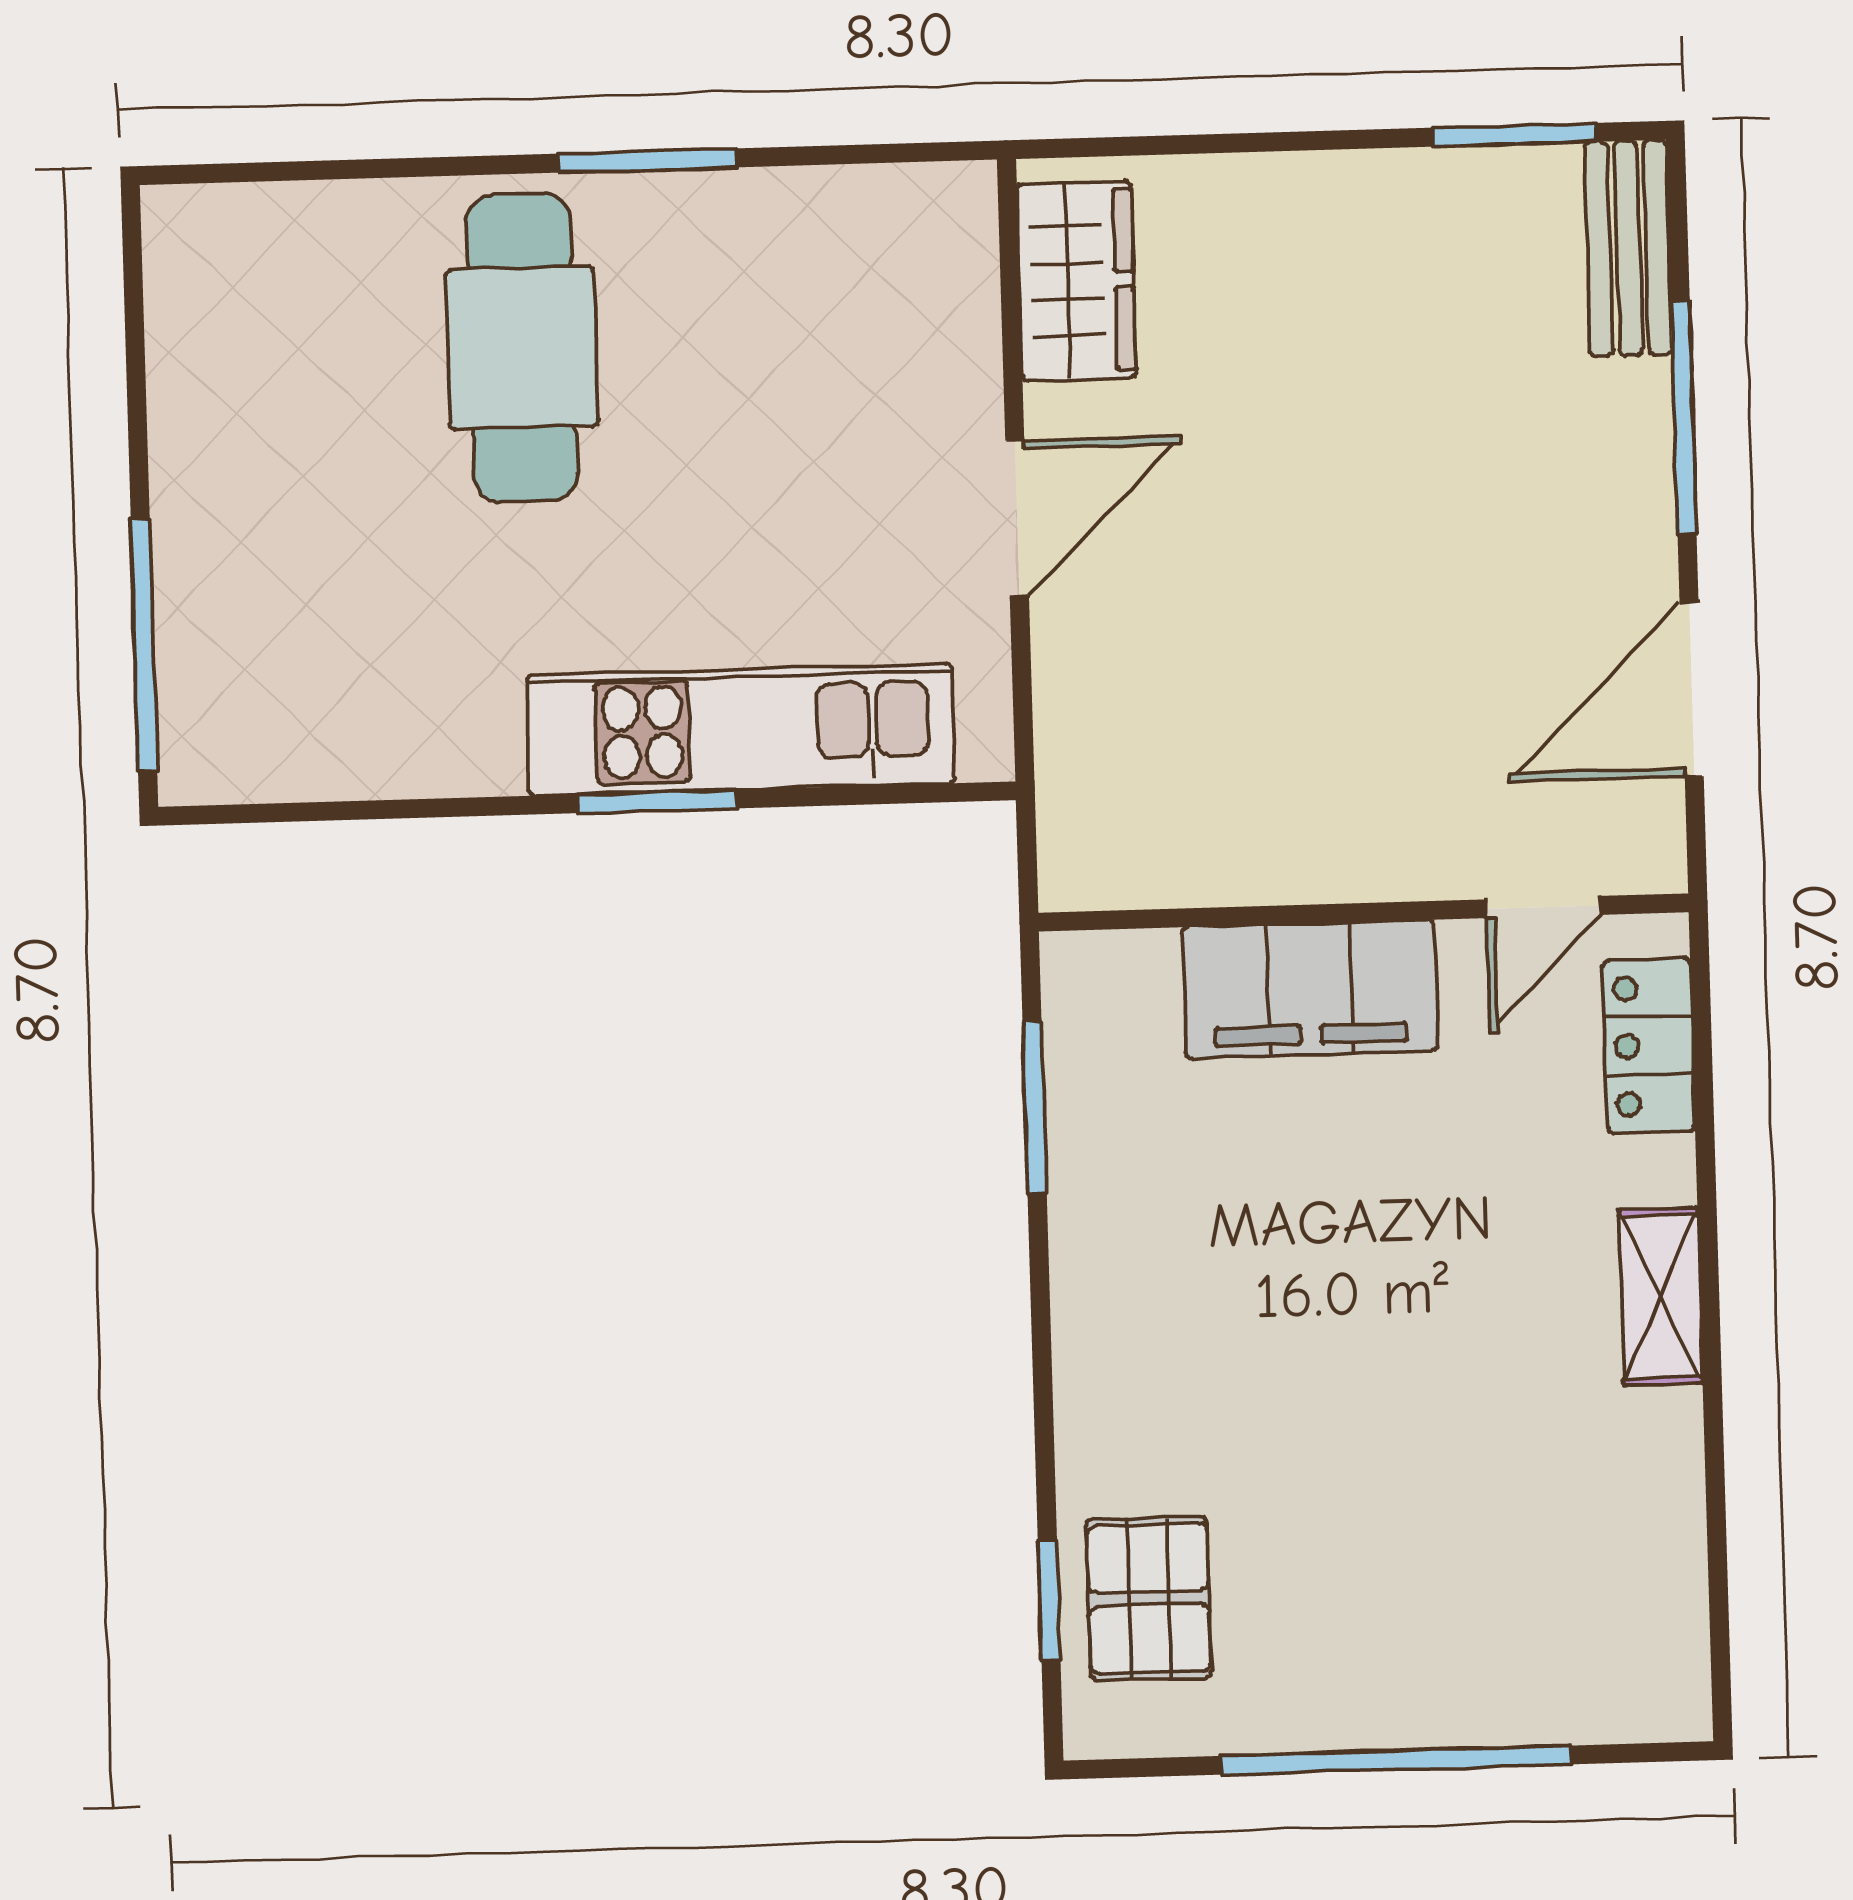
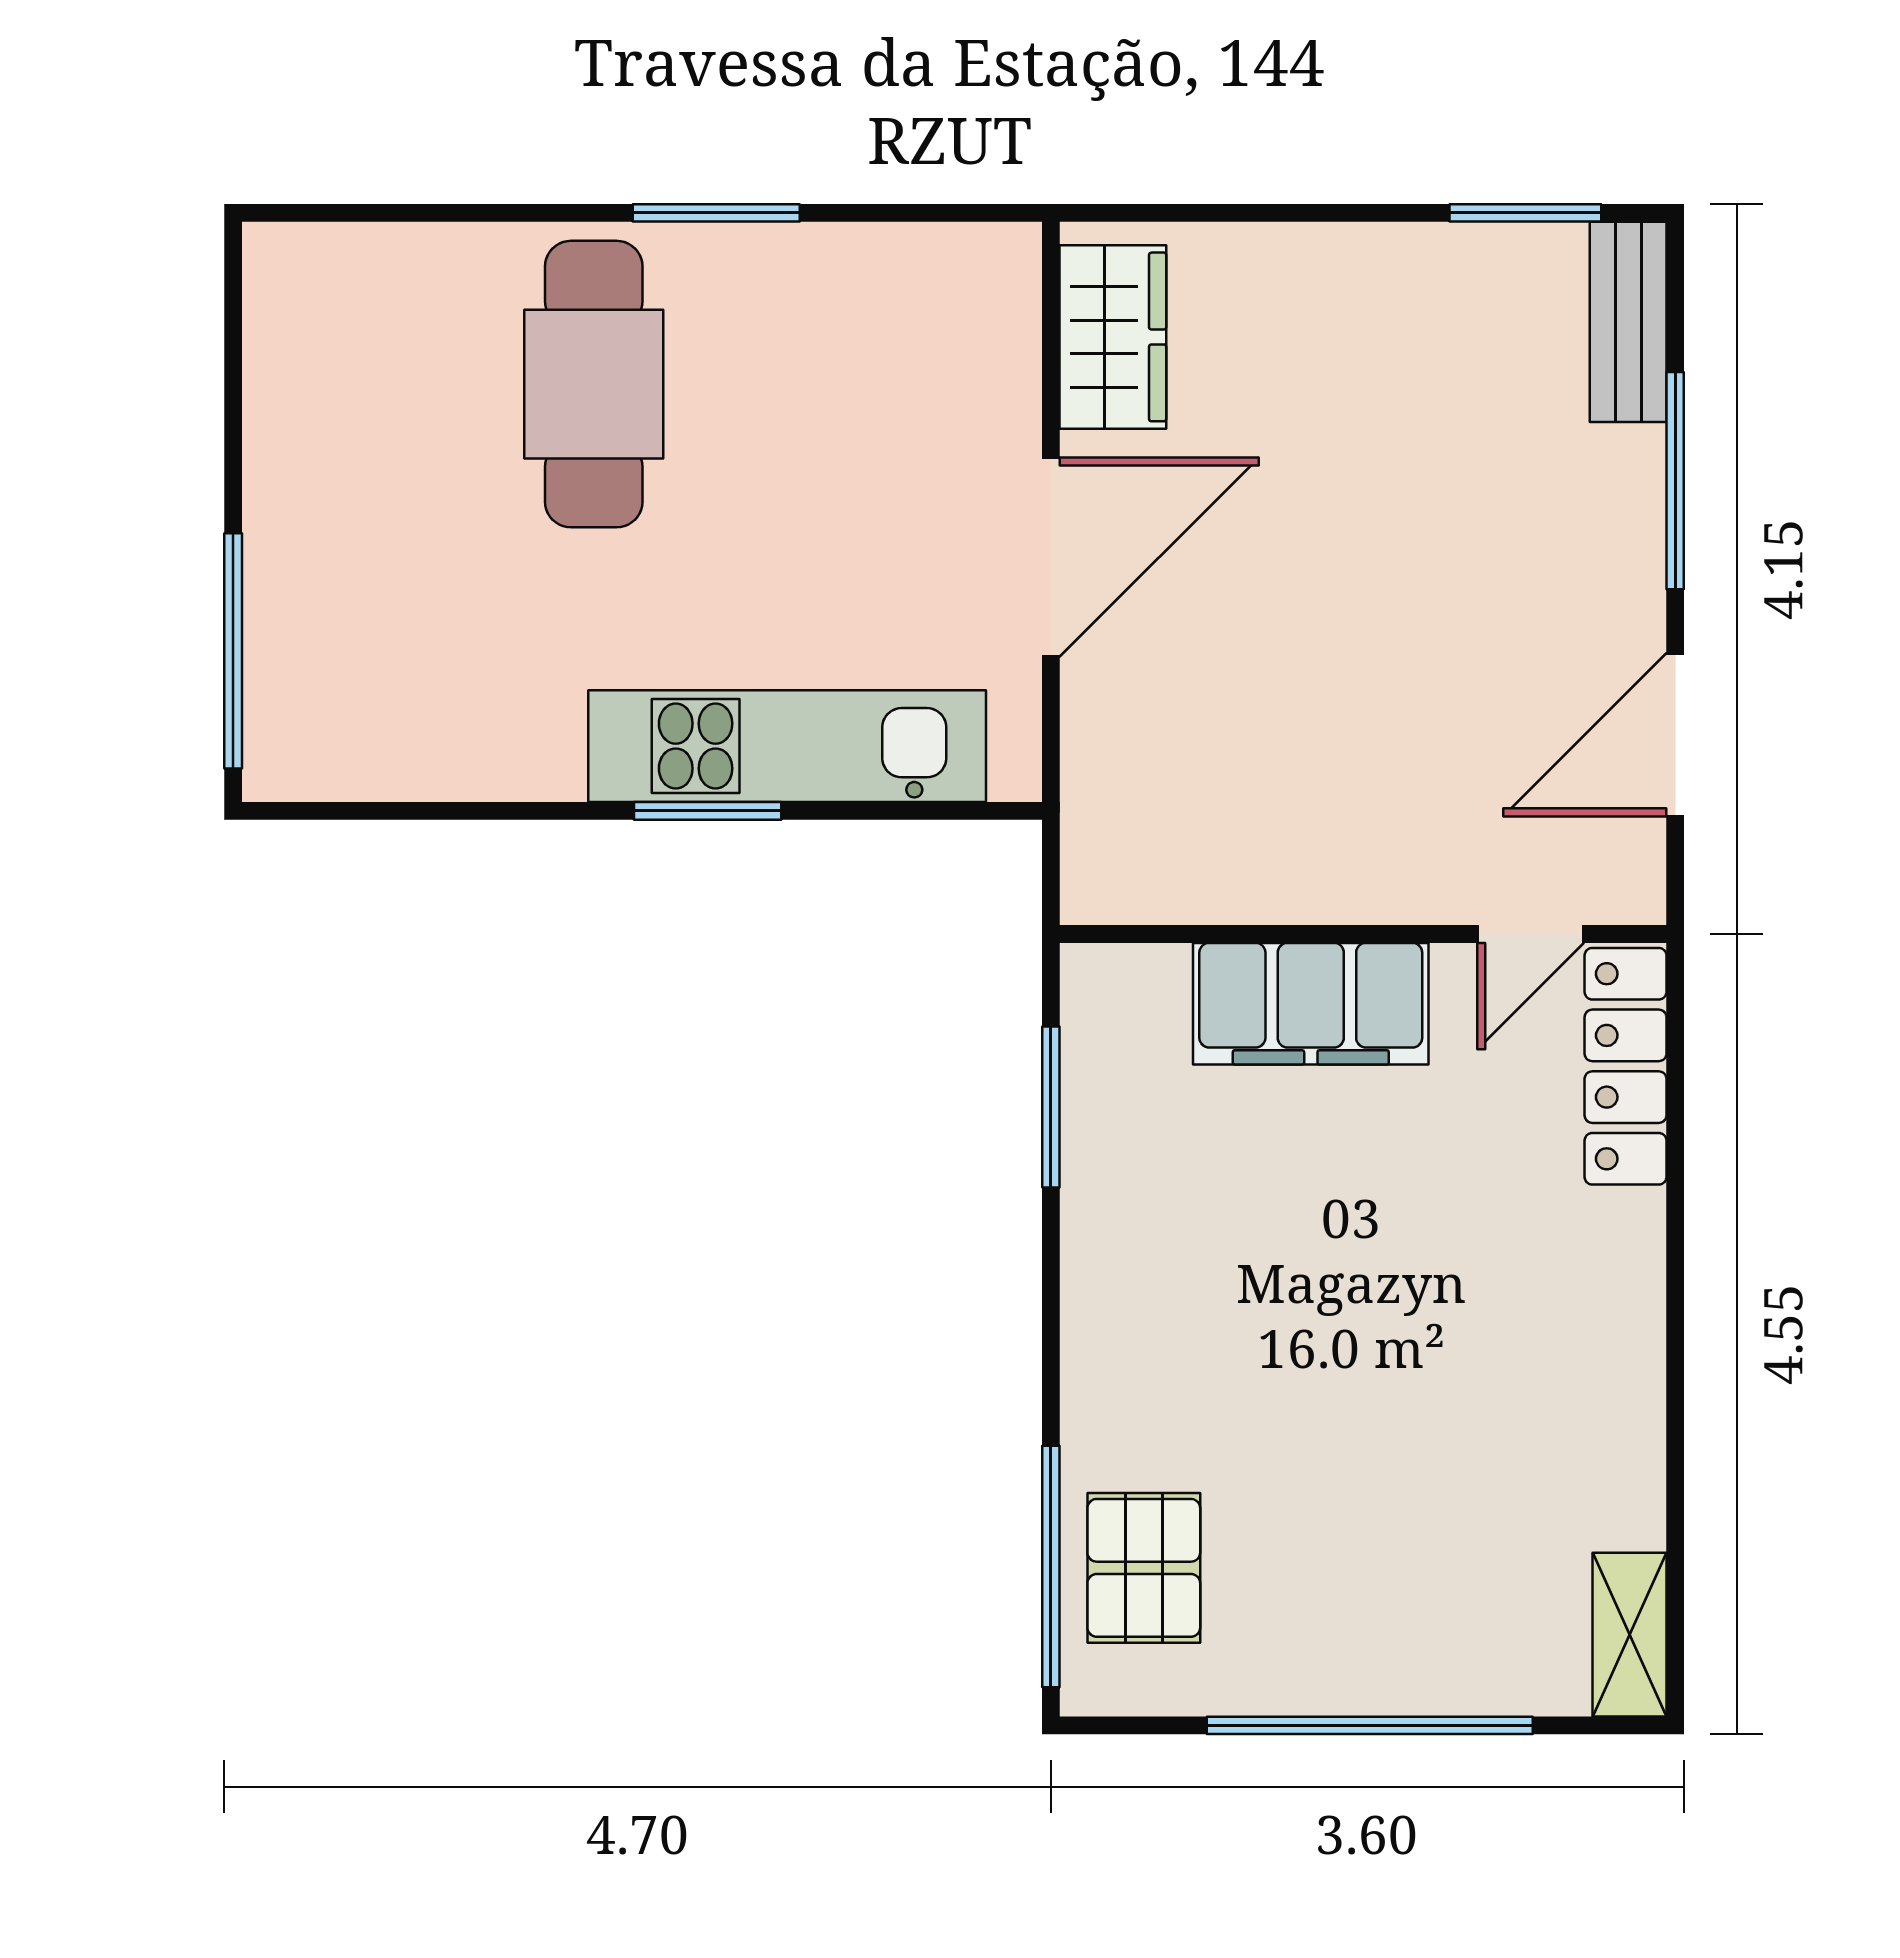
door: (1017, 519) -> (1051, 557), width x1.36
locker: (1649, 1046) -> (1626, 1066), width x1.53
shelving: (1661, 1296) -> (1629, 1635), moved
window: (1049, 1600) -> (1051, 1567), width x2.17

